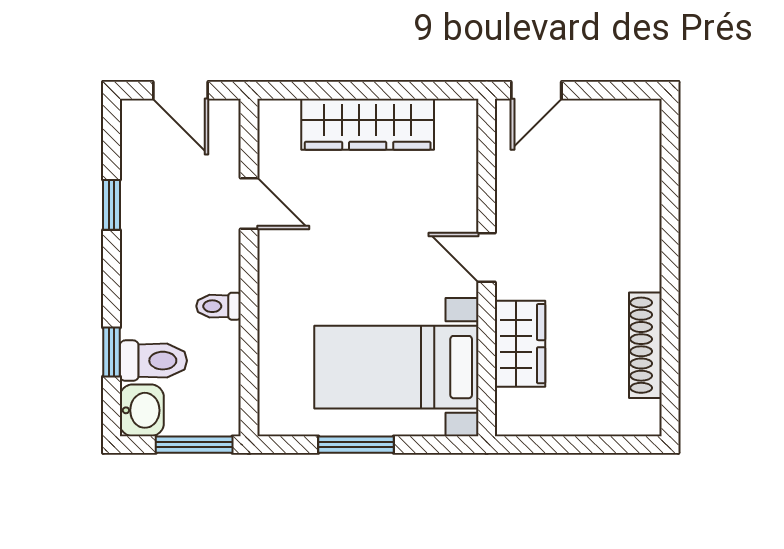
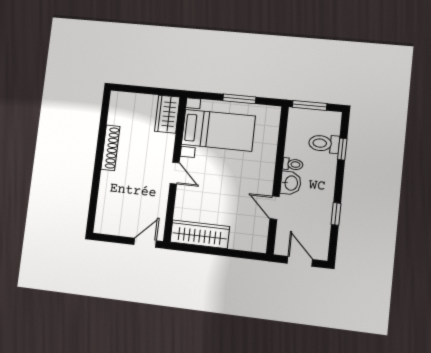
wardrobe: (368, 124) -> (200, 234), moved
wardrobe: (520, 344) -> (167, 114), moved
shoe rack: (645, 345) -> (110, 148), moved
washbasin: (142, 410) -> (291, 183), moved, turned 180

